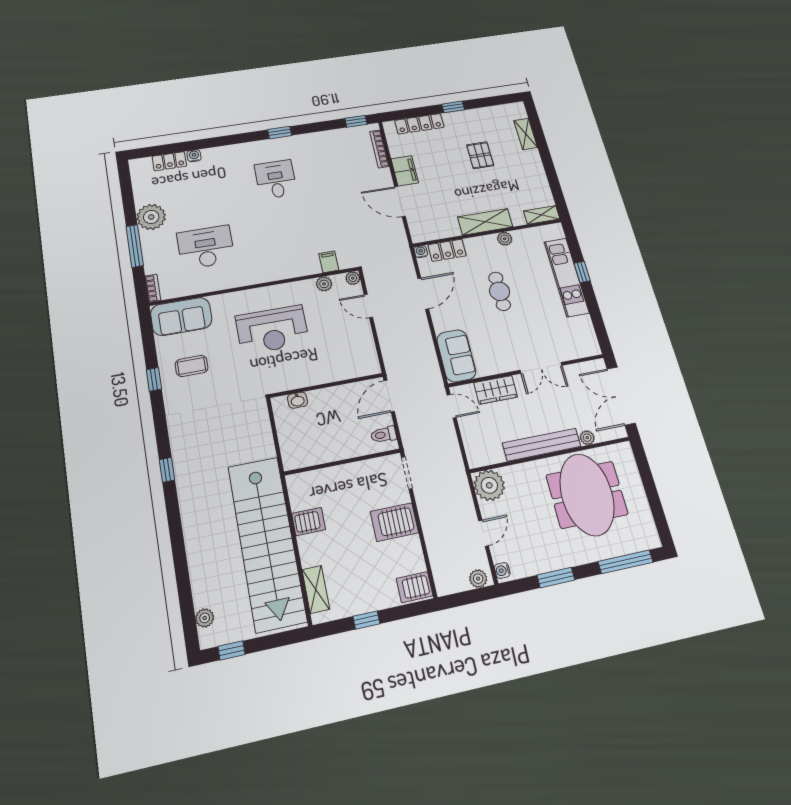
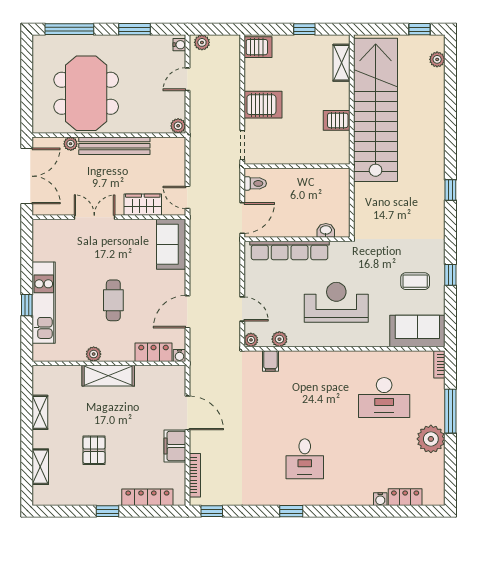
shelving: (542, 215) -> (40, 412), moved, turned 90
row of seats: (332, 372) -> (290, 250), added
plant: (489, 485) -> (178, 126), width x0.53, depth x0.53

